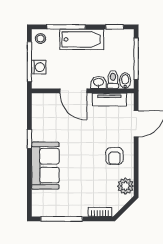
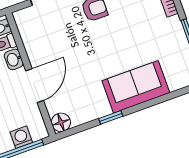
tv unit: (109, 100) -> (30, 39), removed
floor lamp: (39, 101) -> (61, 122), added

